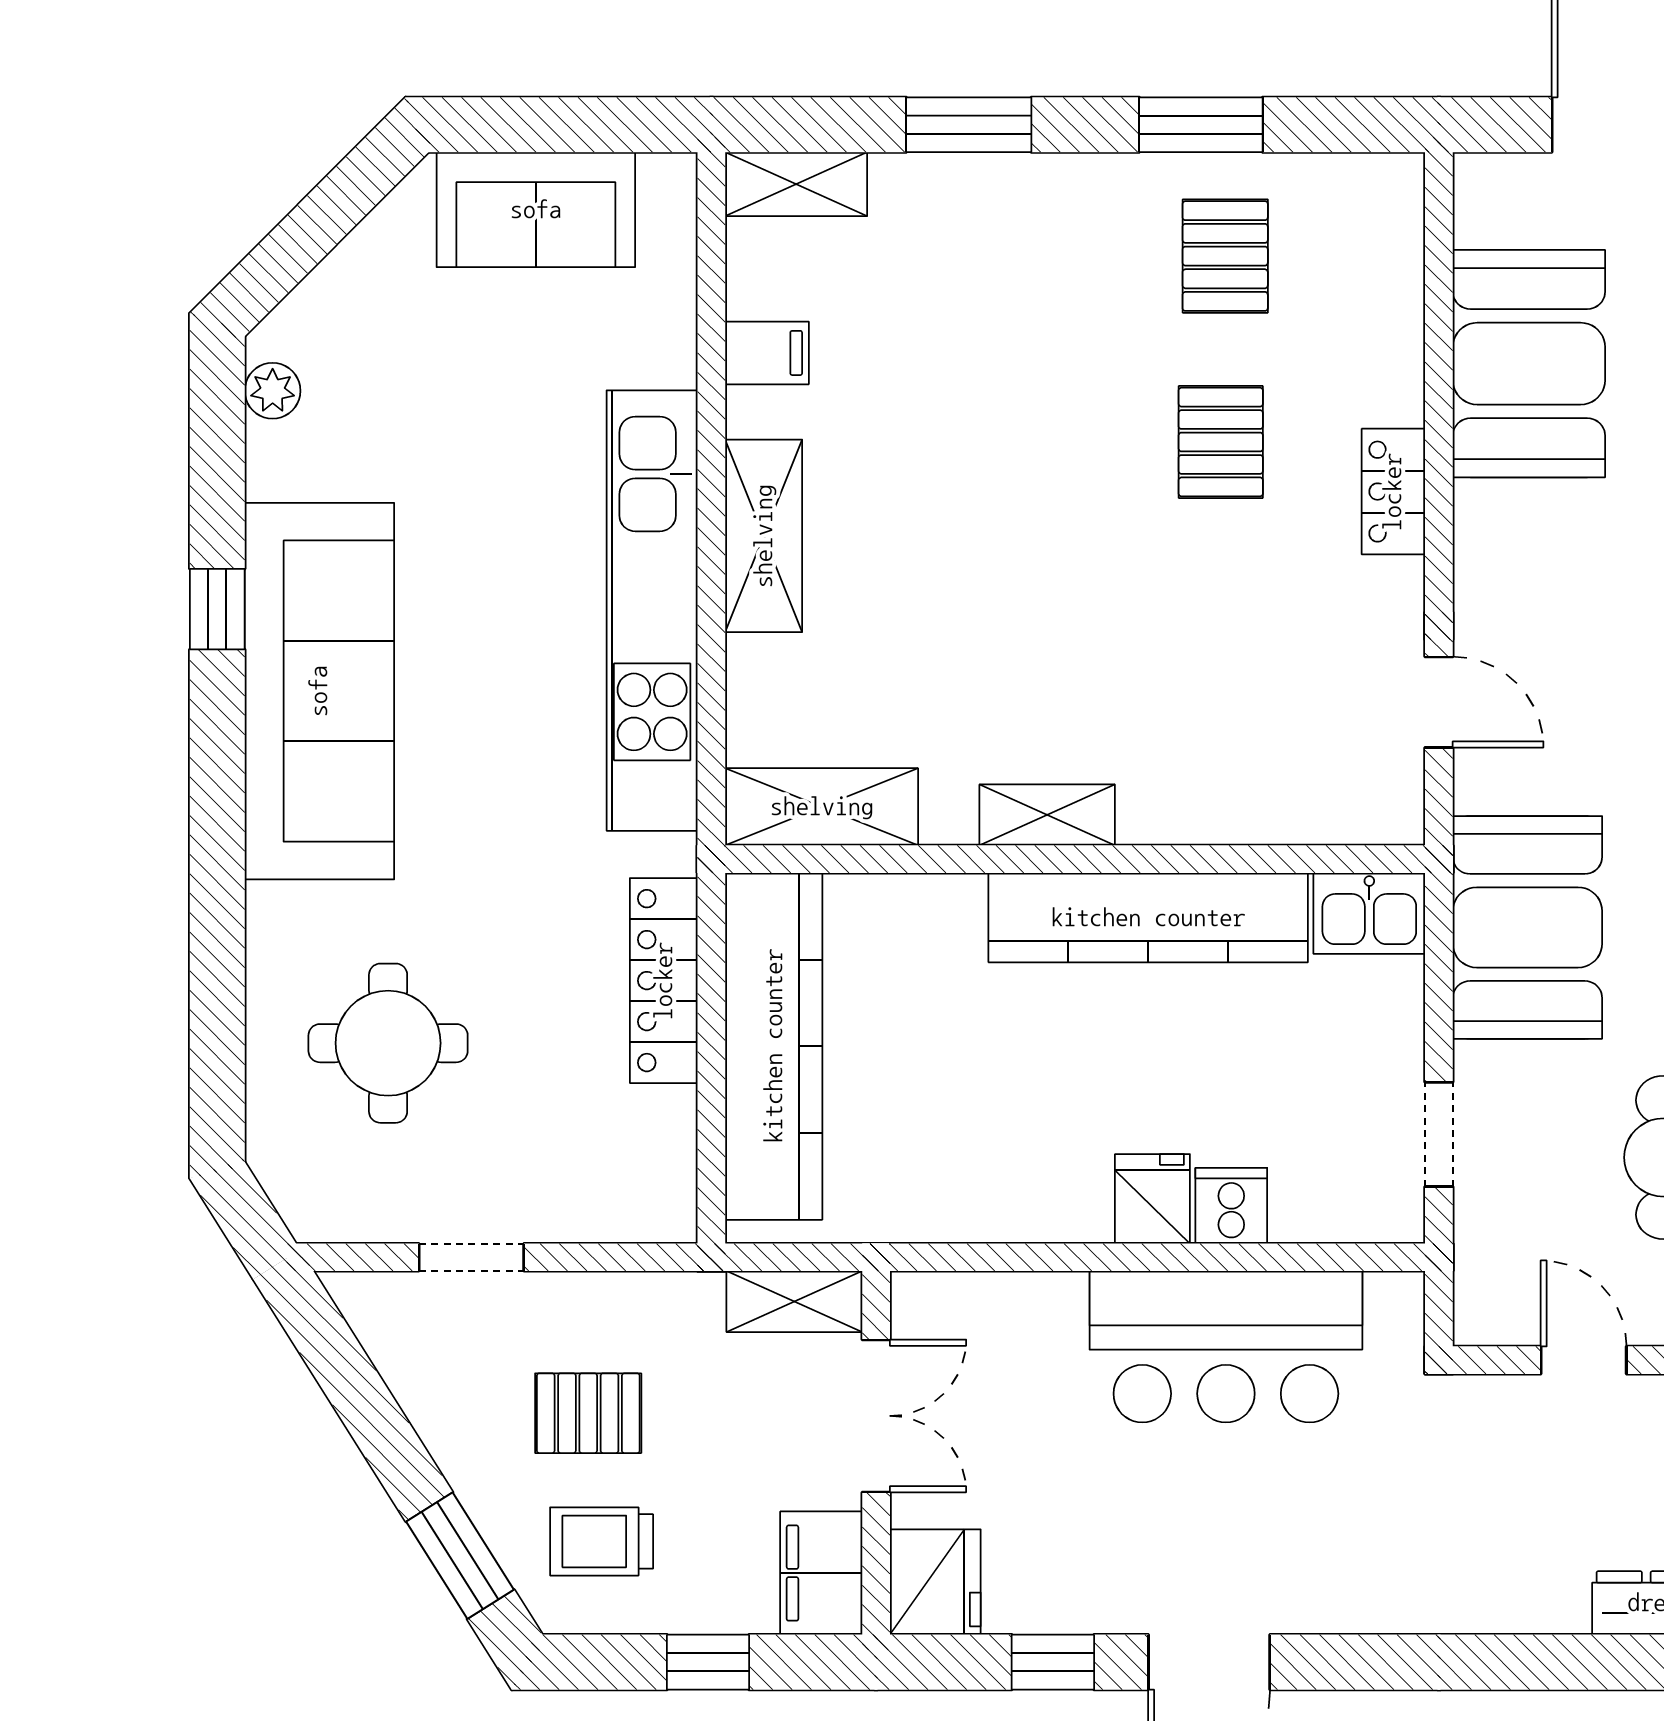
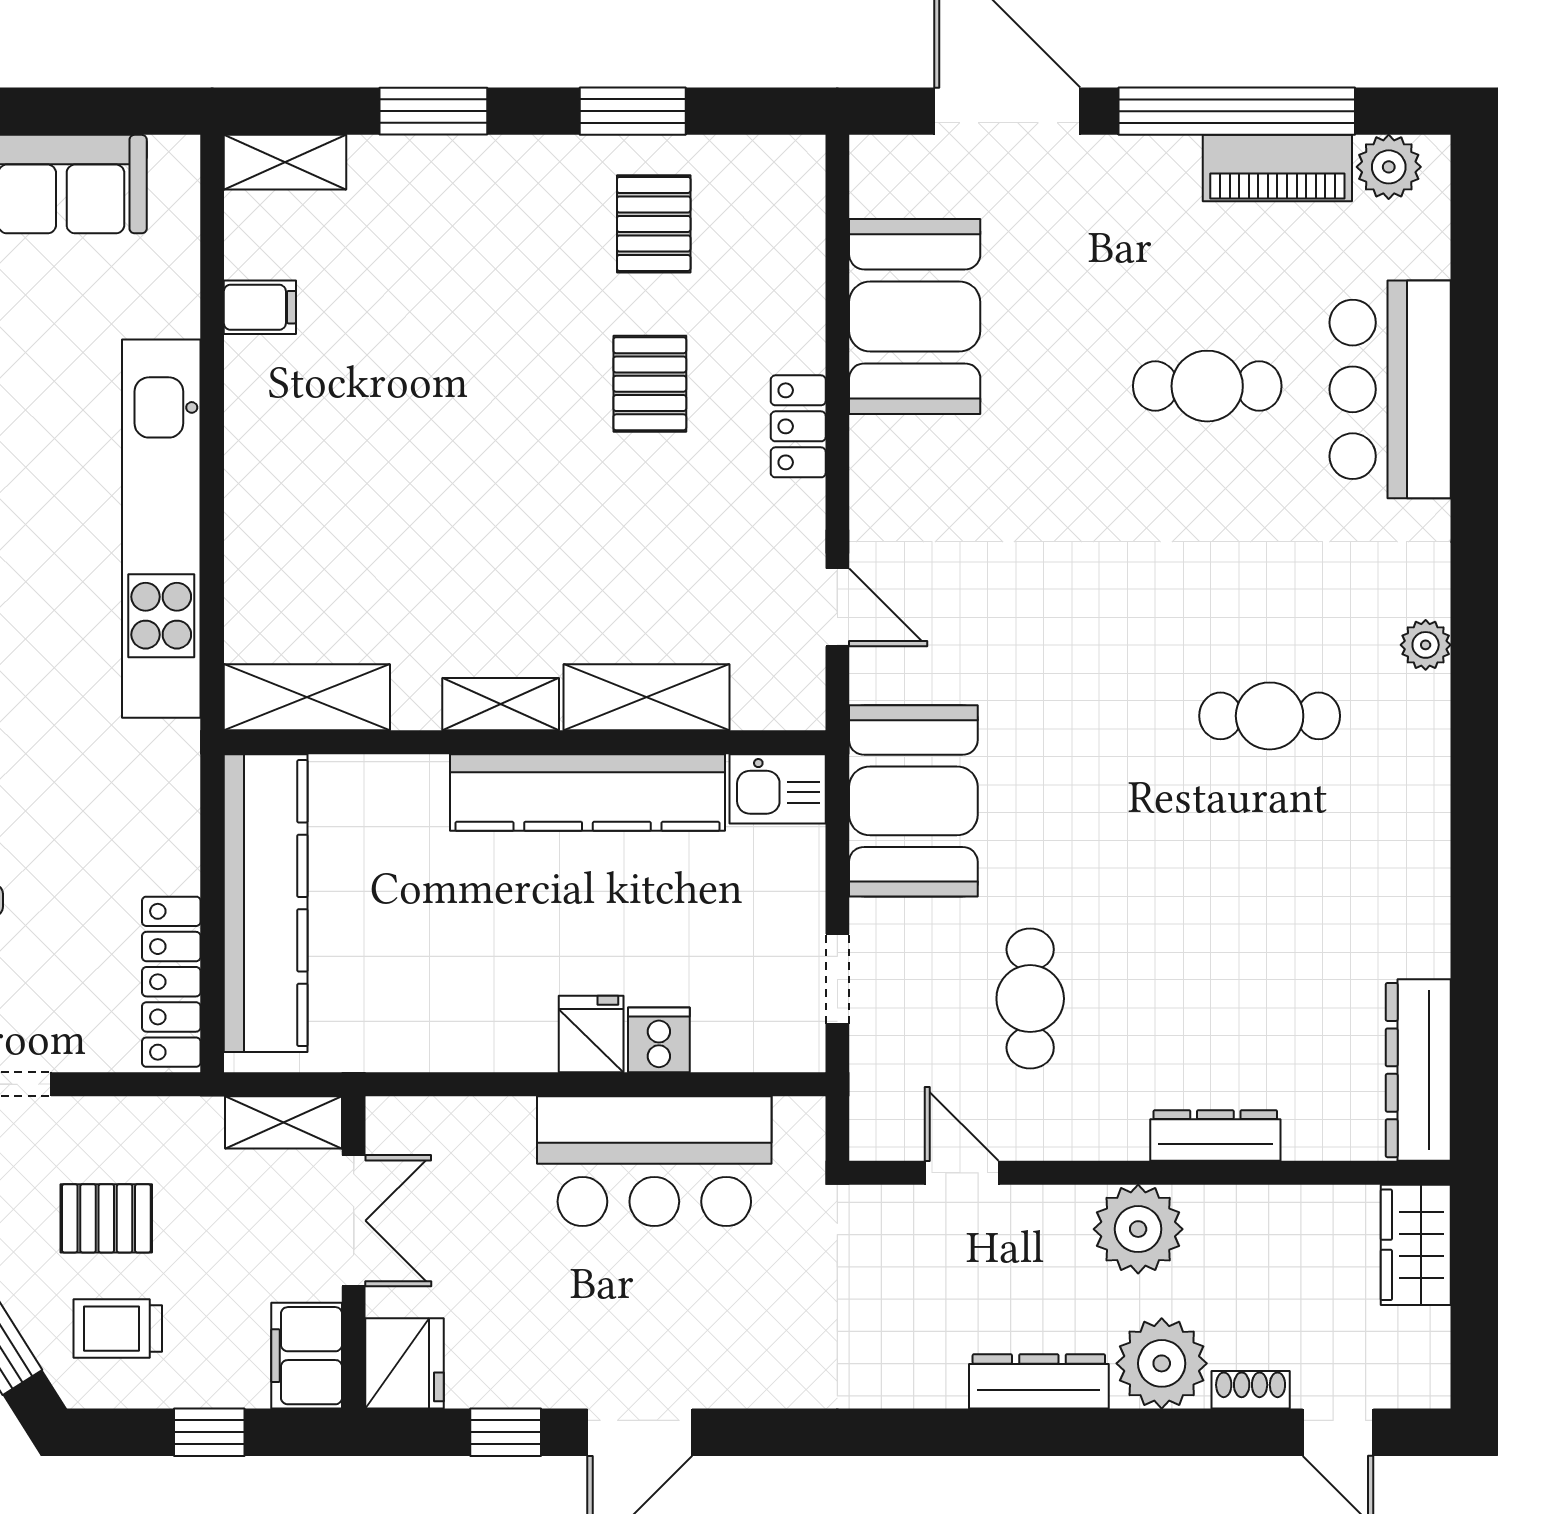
shelving: (764, 536) -> (646, 697), moved, turned 90
locker: (664, 981) -> (171, 982), moved

